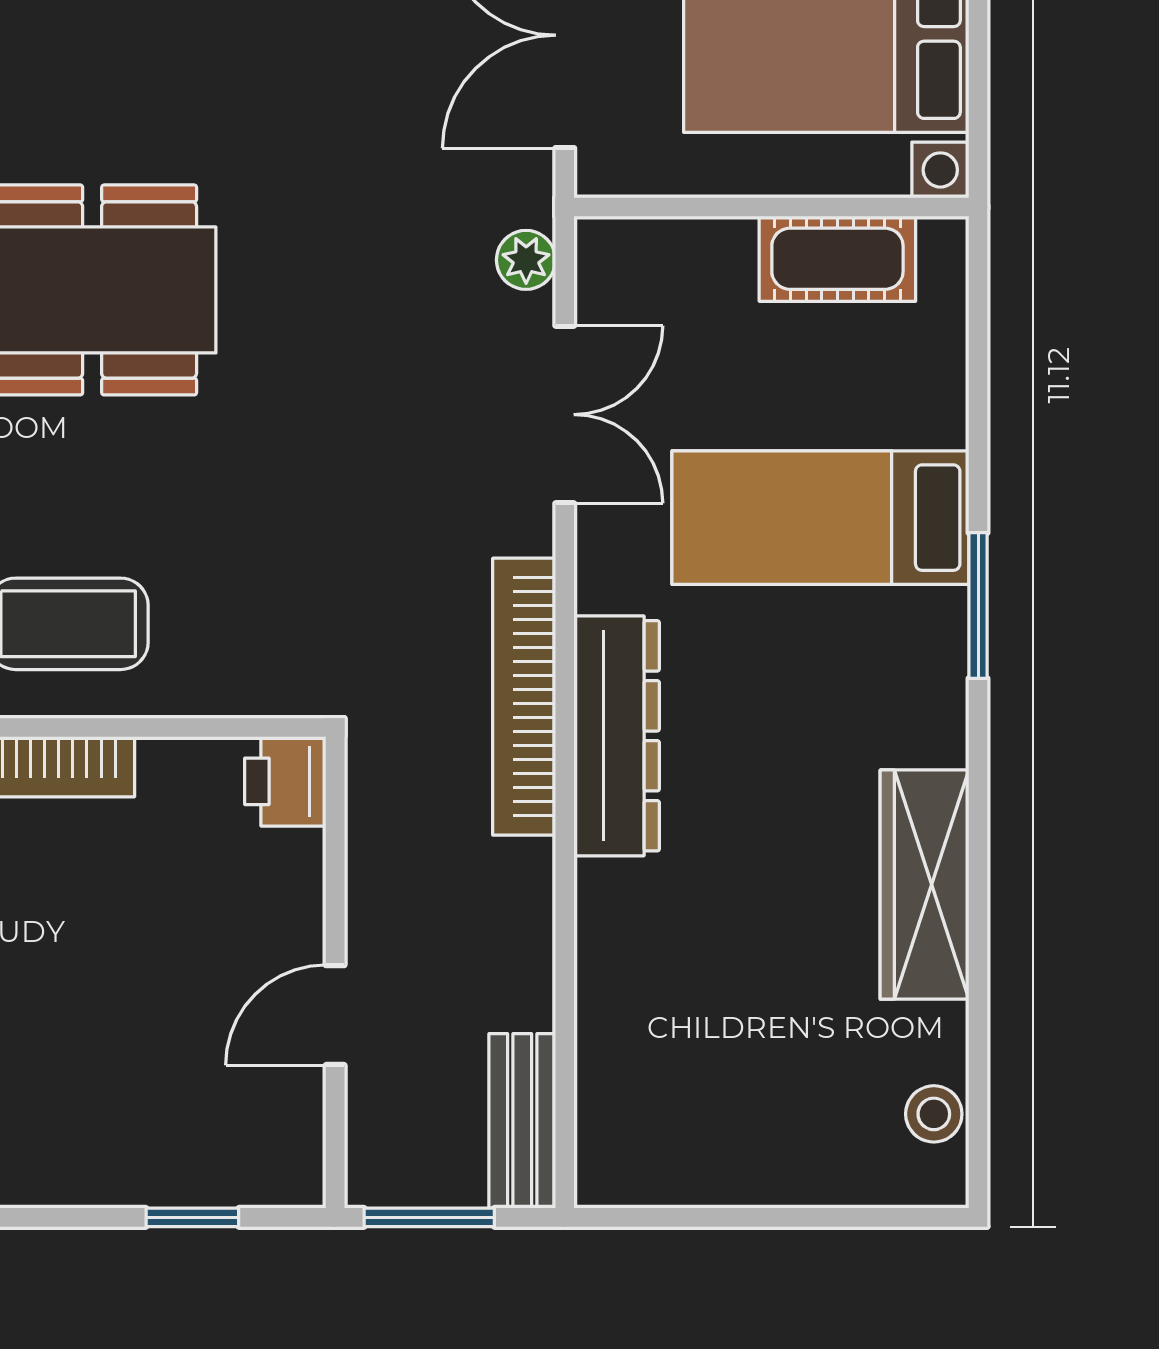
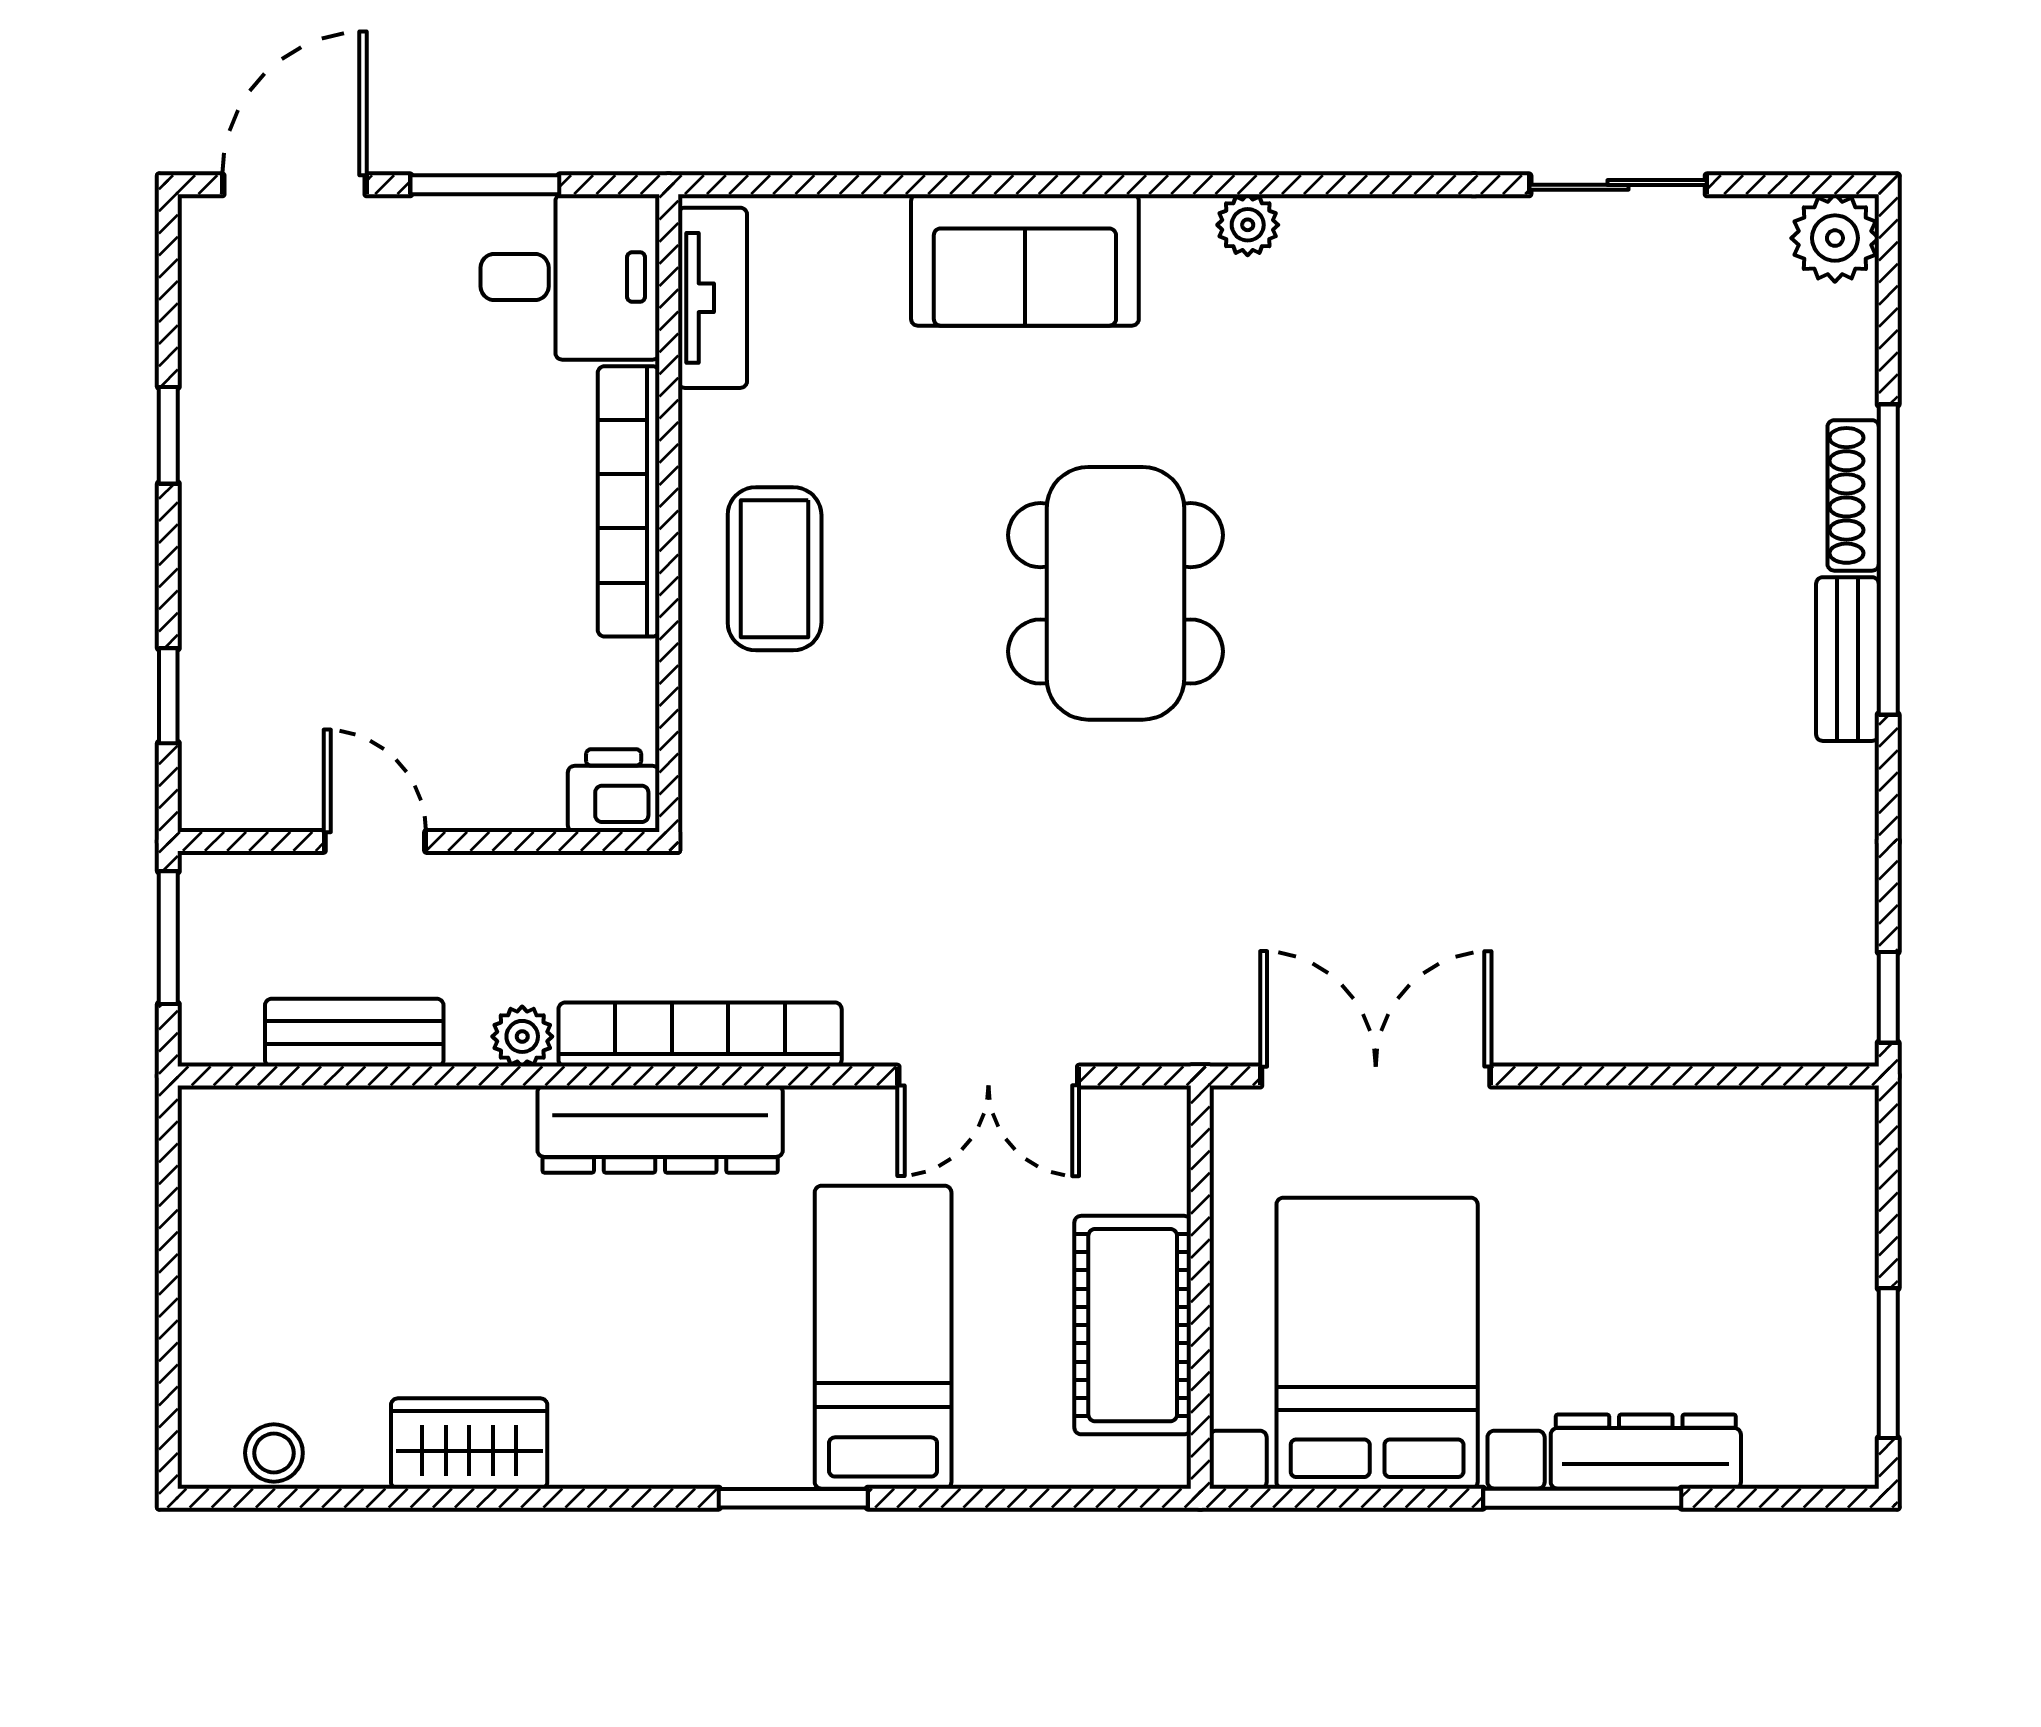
cot: (837, 259) -> (1133, 1325), width x1.37, depth x1.34
plant: (526, 260) -> (522, 1036), moved
wardrobe: (925, 885) -> (469, 1444), width x0.67
bench: (522, 1121) -> (354, 1033), moved

